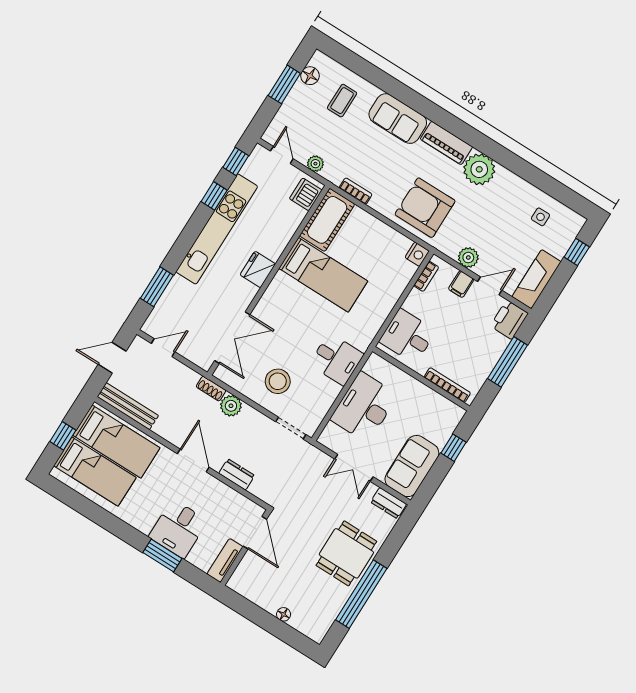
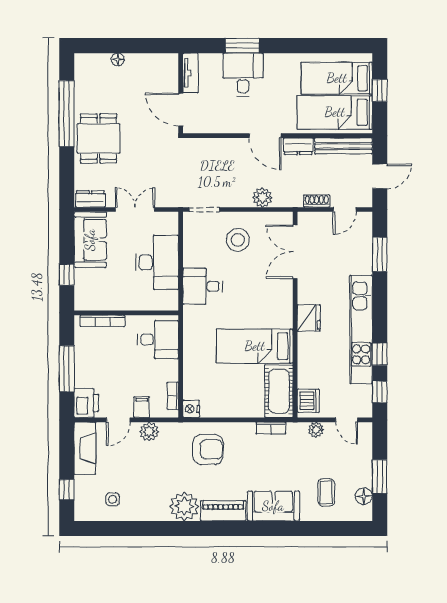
armchair: (425, 208) -> (208, 449), width x0.73, depth x0.73
shoe rack: (211, 389) -> (317, 201), moved
dresser: (237, 474) -> (298, 146), moved

